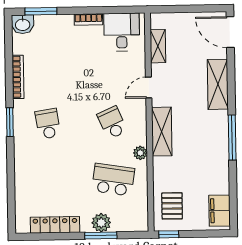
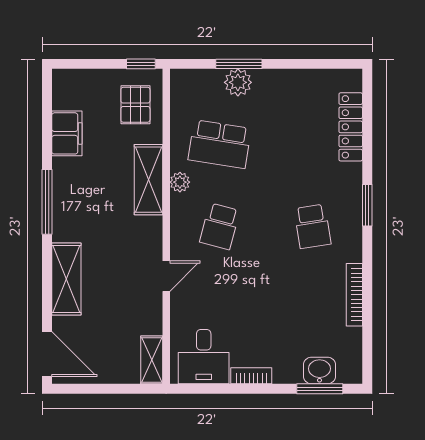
washbasin: (23, 24) -> (319, 371), moved
shelving: (158, 46) -> (152, 360), moved
window: (10, 122) -> (367, 205), moved
school desk: (112, 123) -> (220, 226), turned 39
shelving: (162, 132) -> (148, 180), moved
filing cabinet: (220, 211) -> (67, 133), moved
locker: (55, 225) -> (351, 127), moved, turned 90

